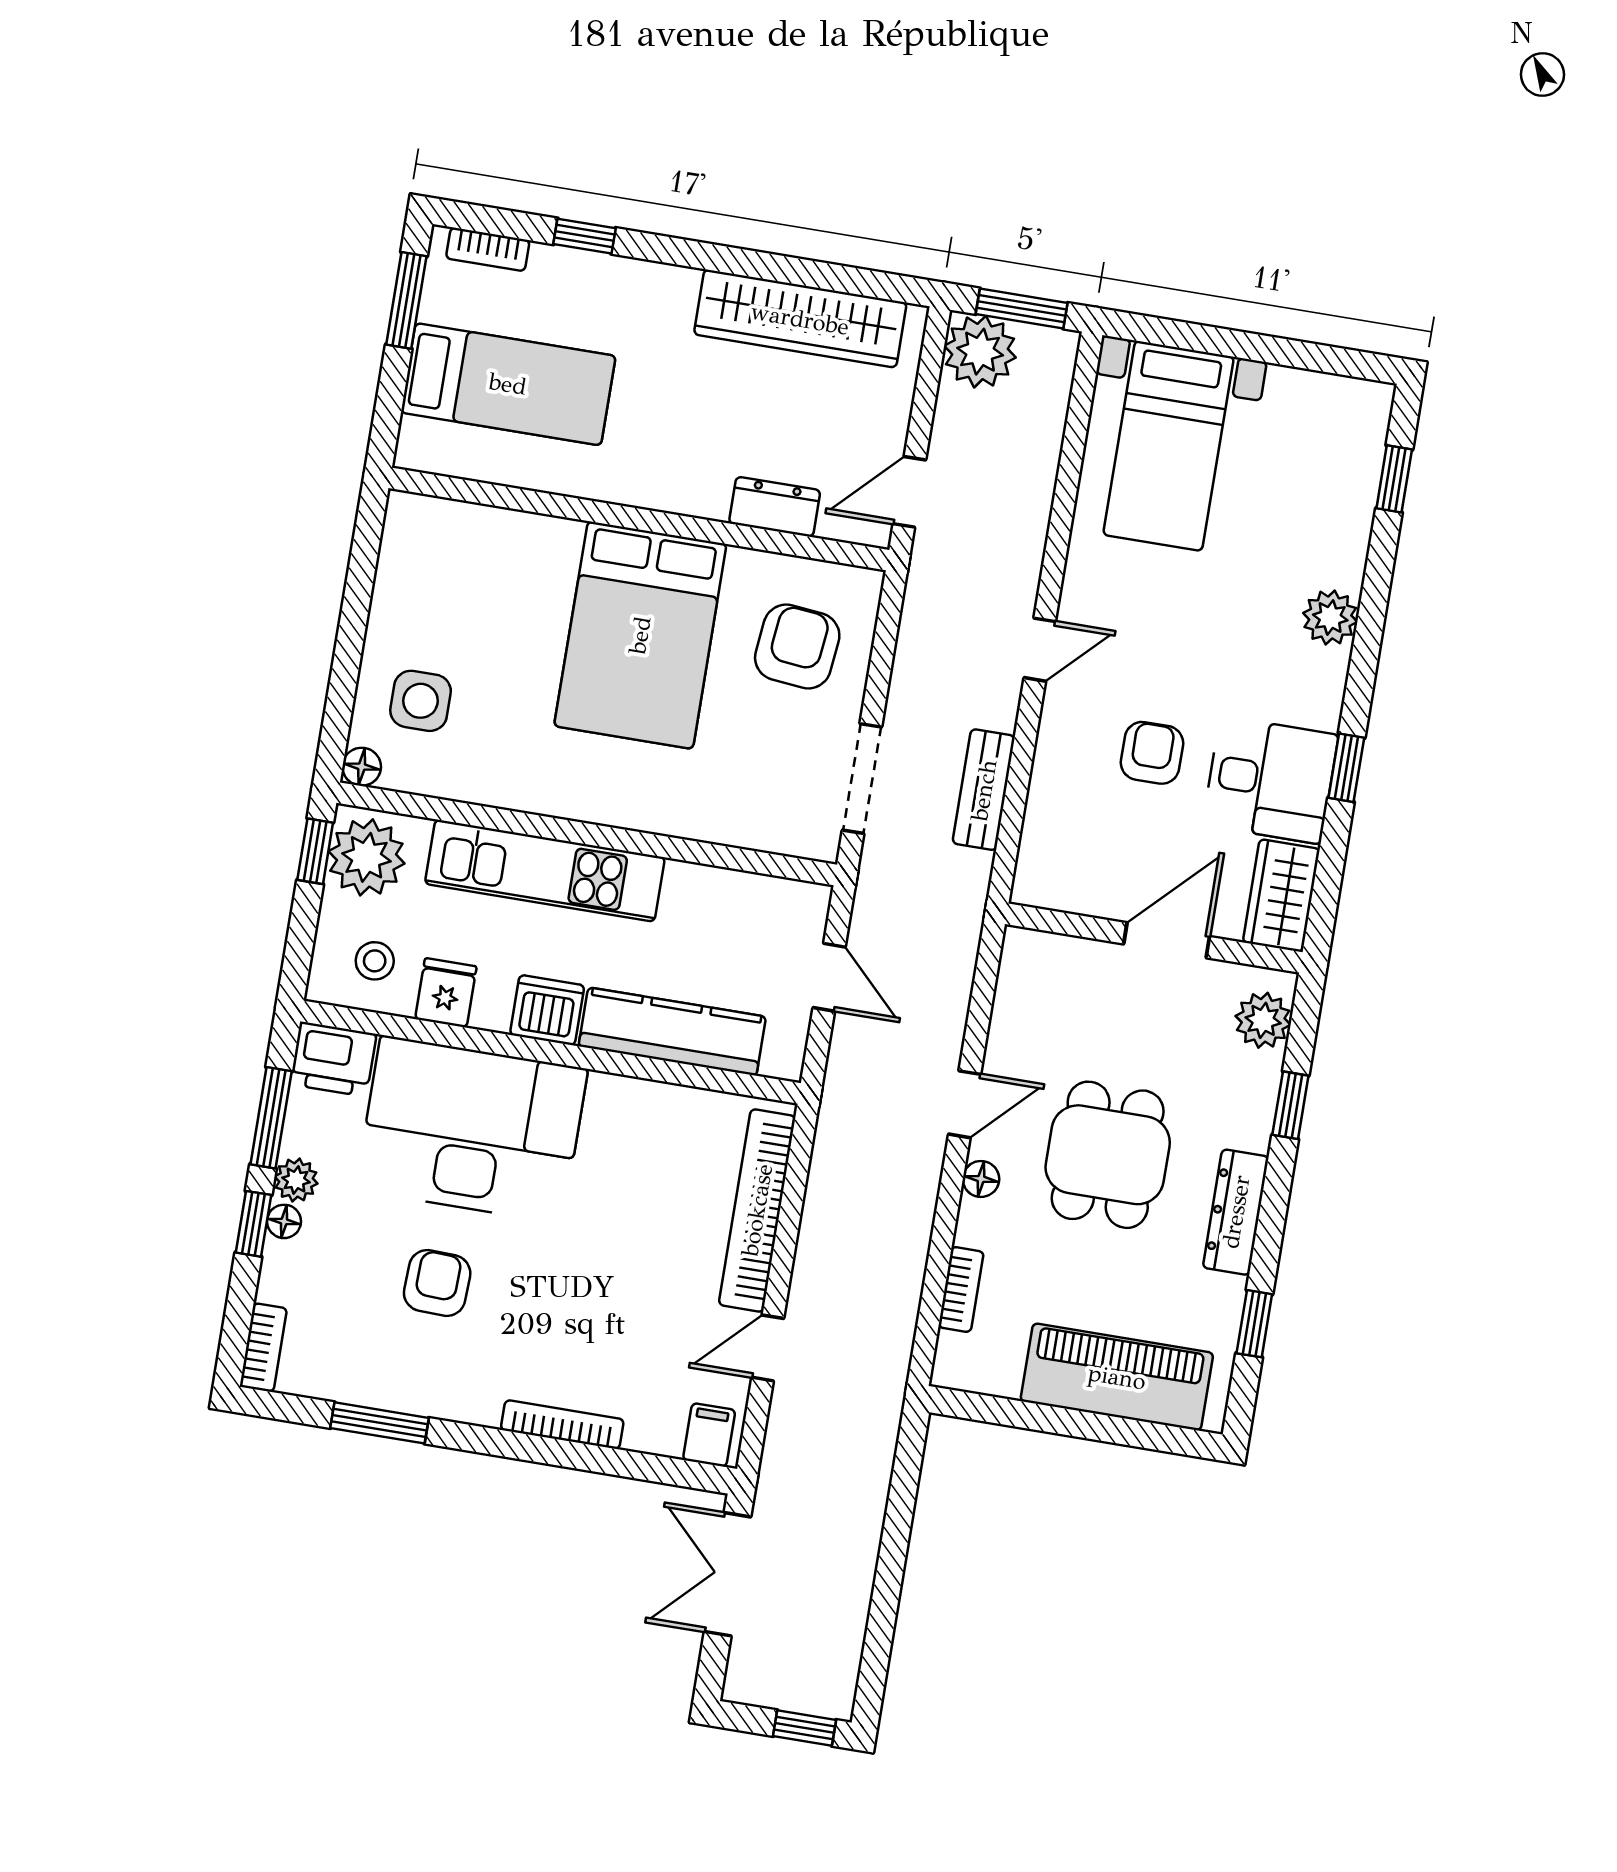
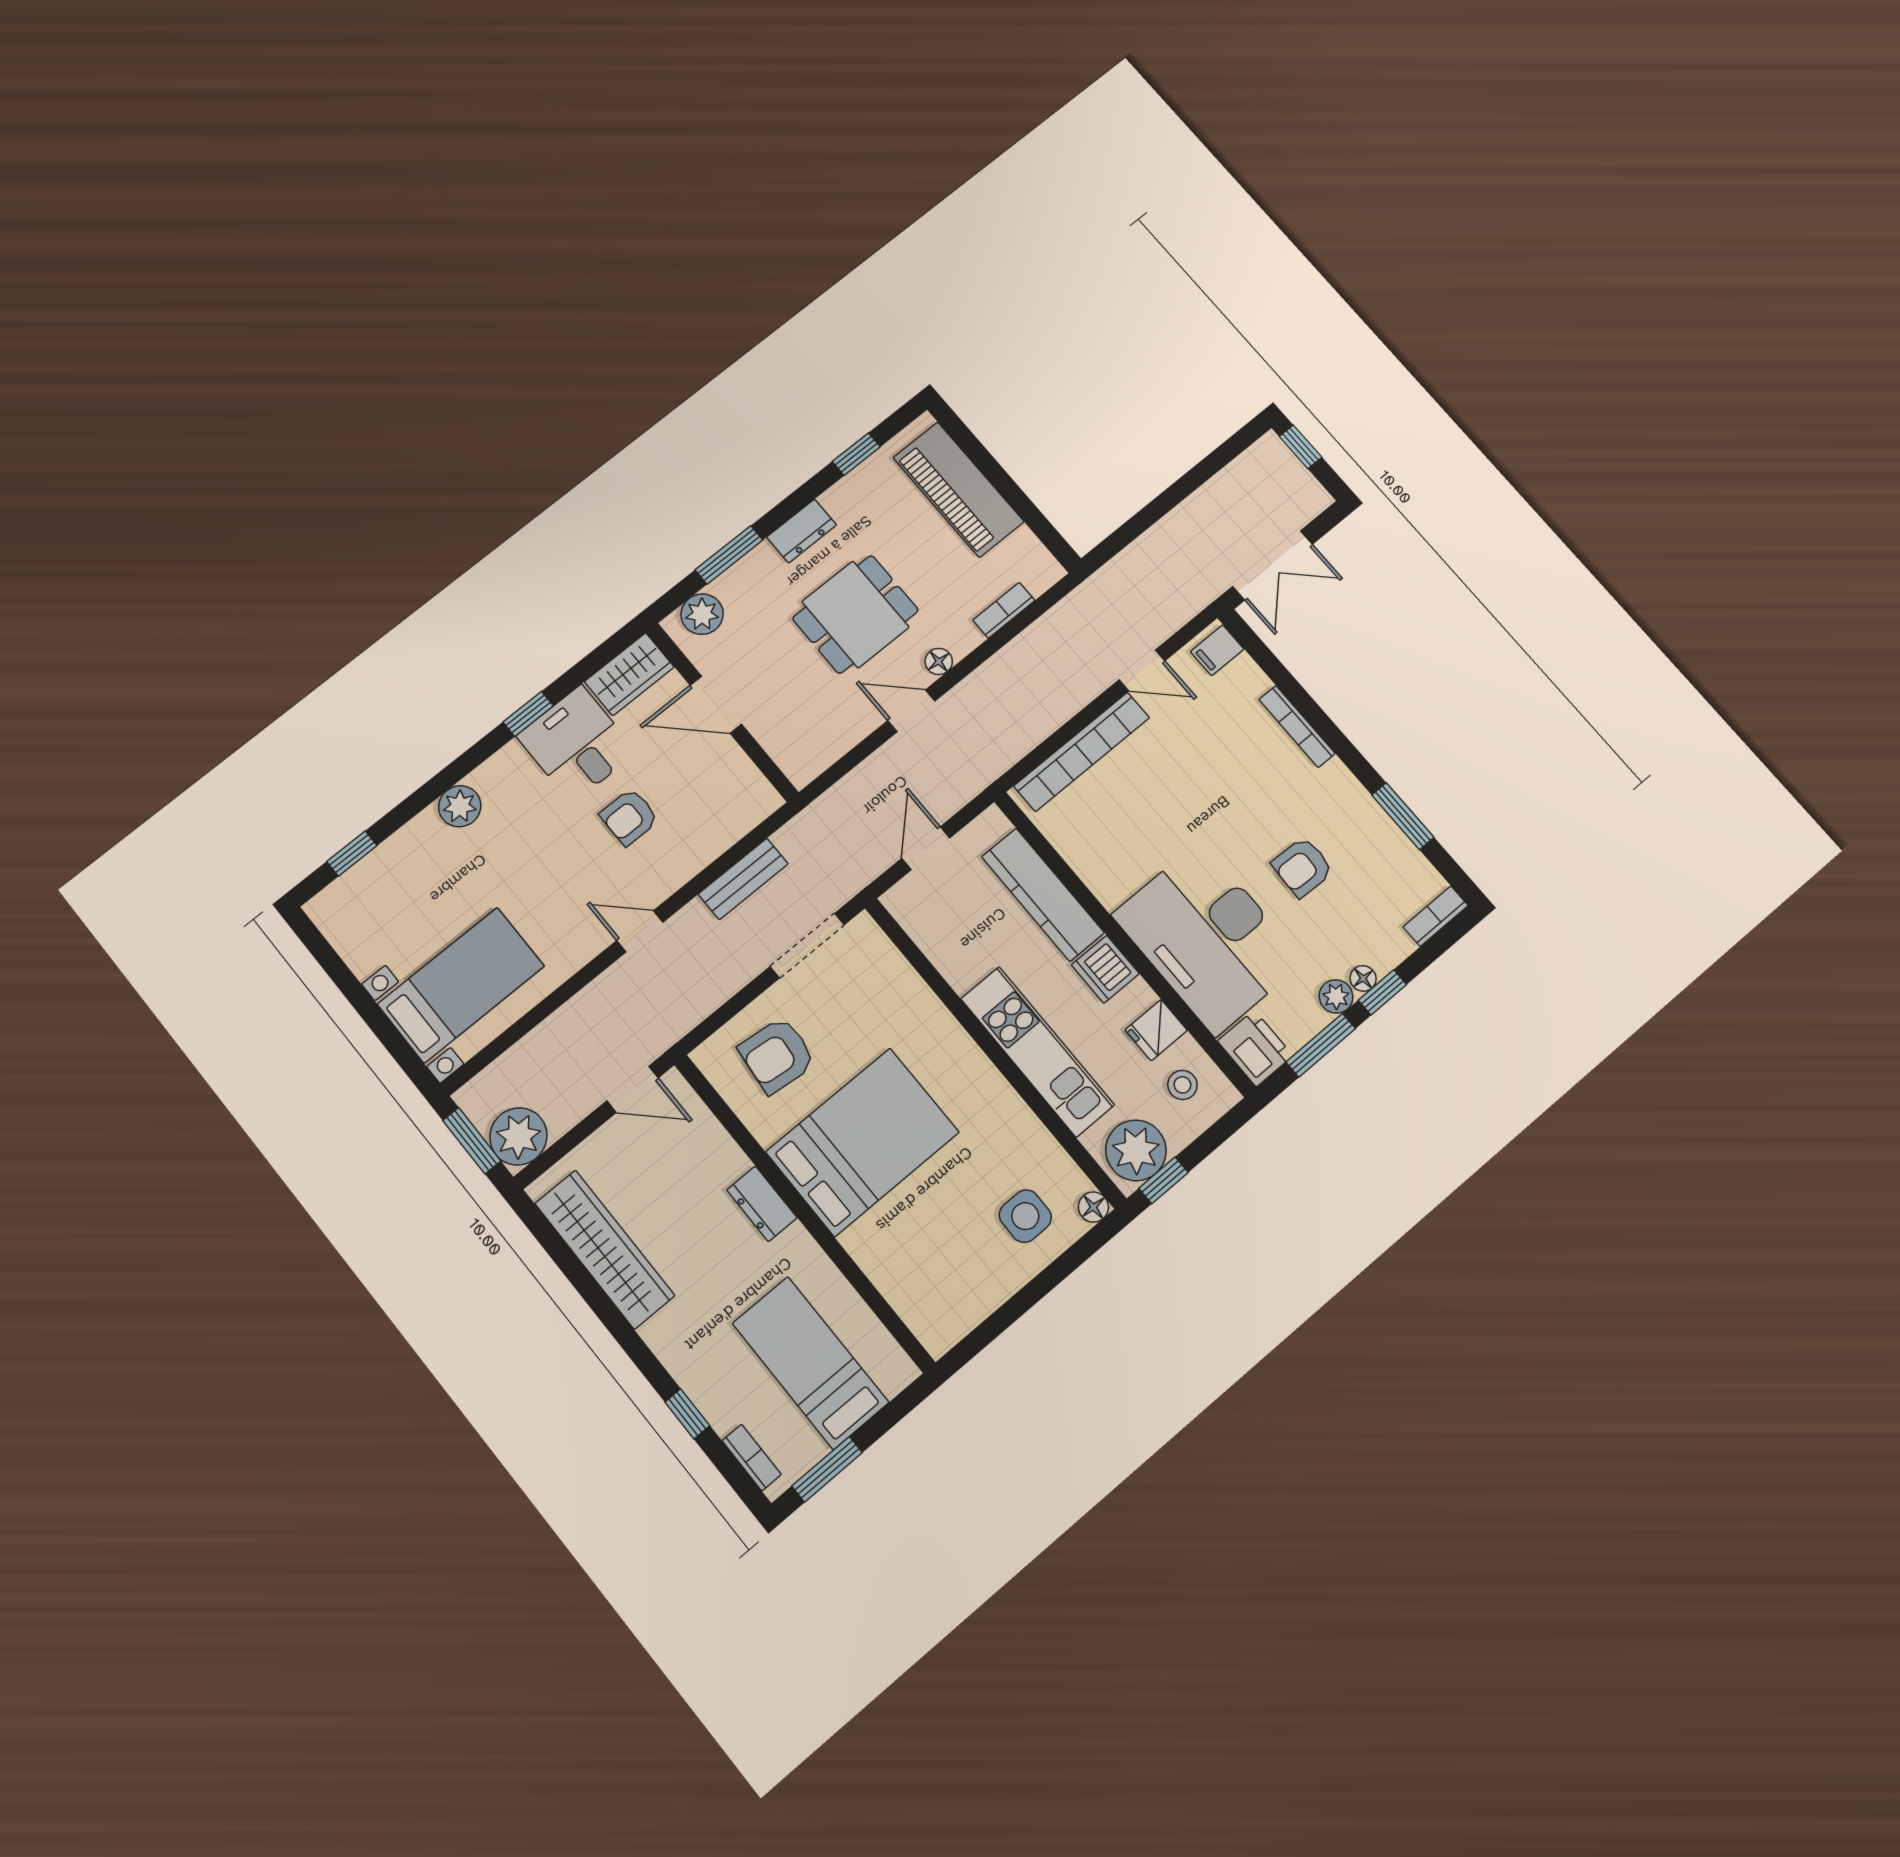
dresser: (775, 507) -> (762, 1204), moved
window: (1290, 1105) -> (729, 555), width x1.50
dresser: (1236, 1212) -> (802, 531), width x0.70

